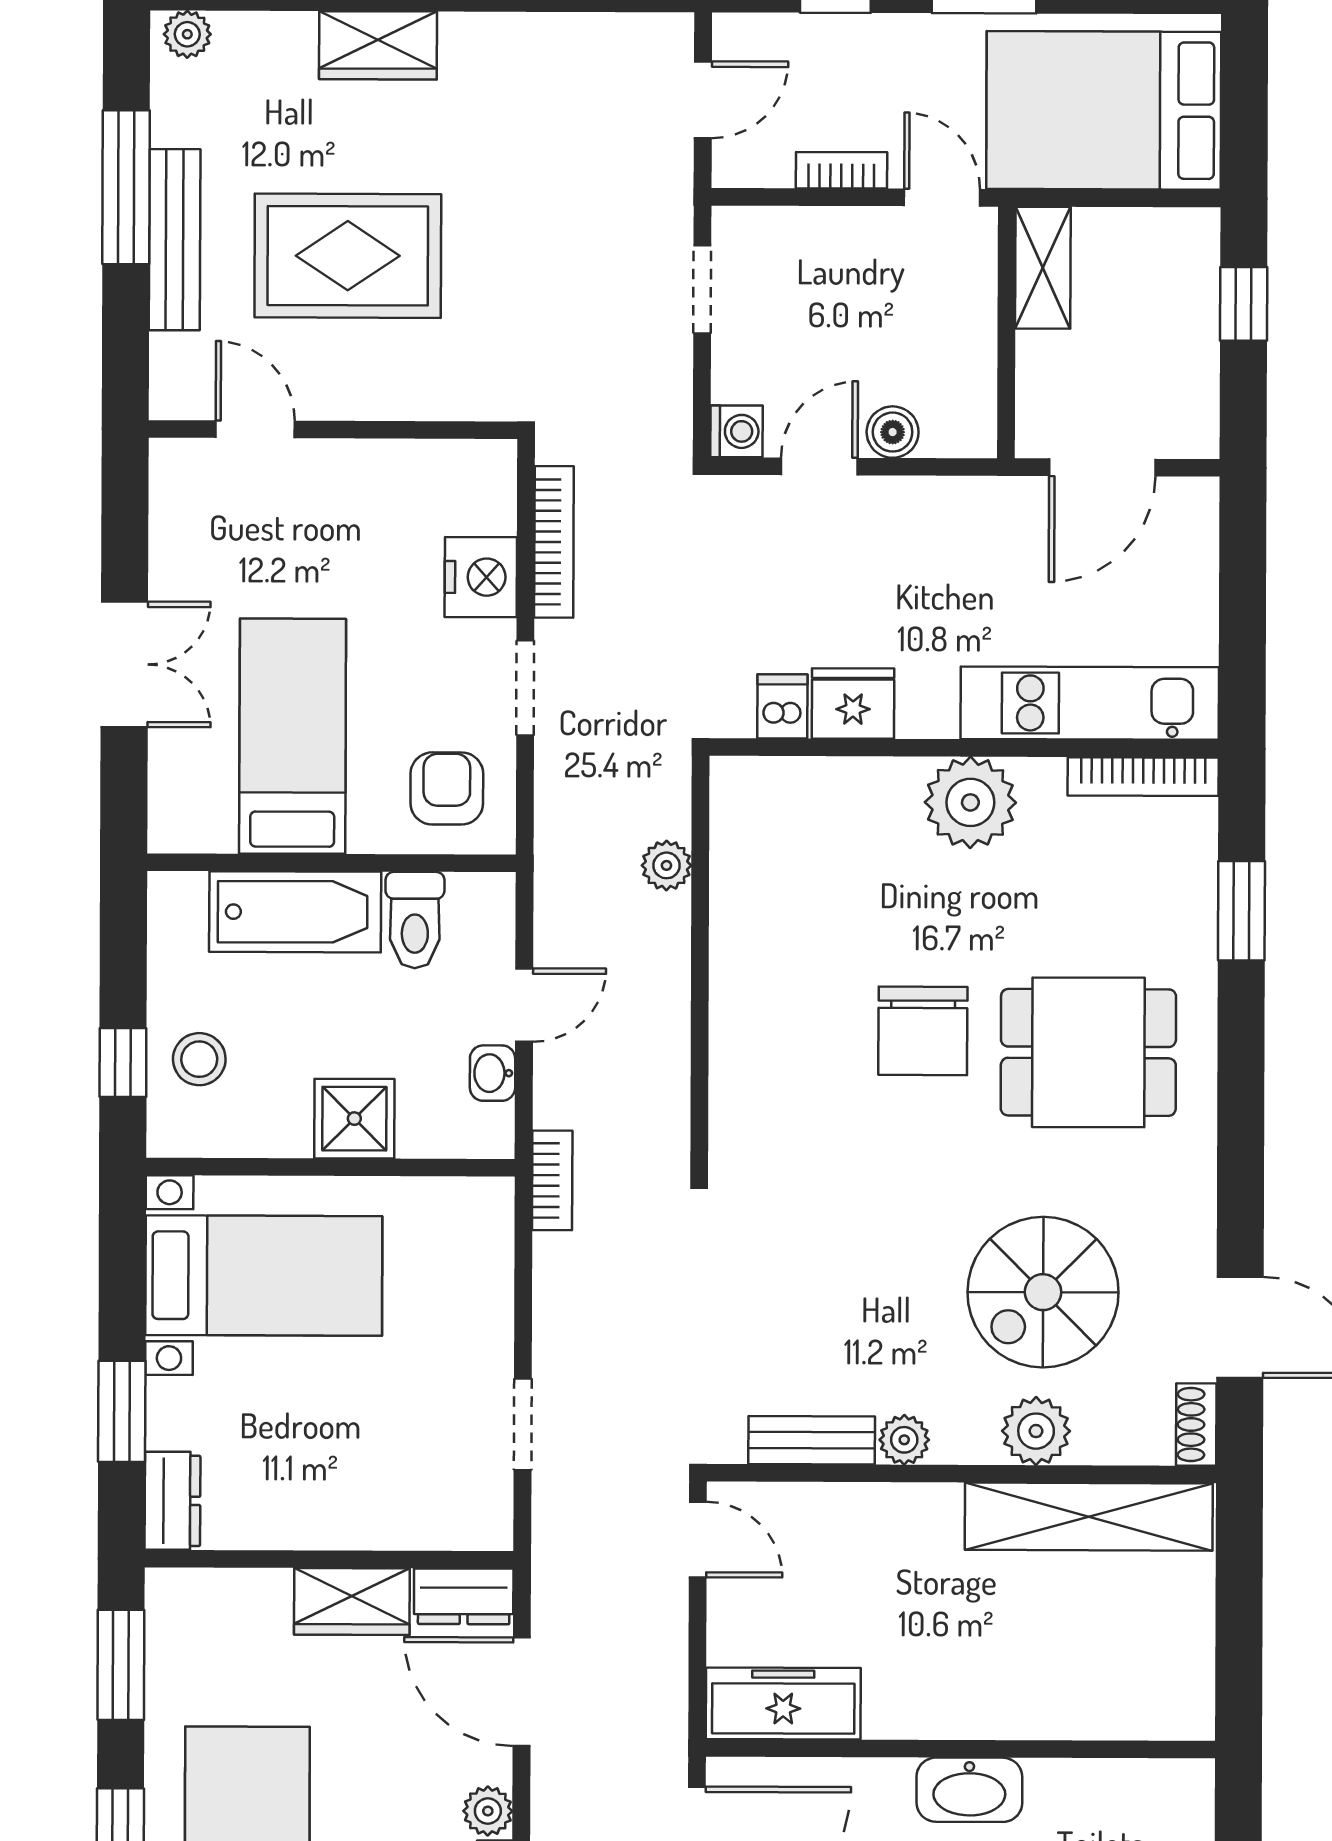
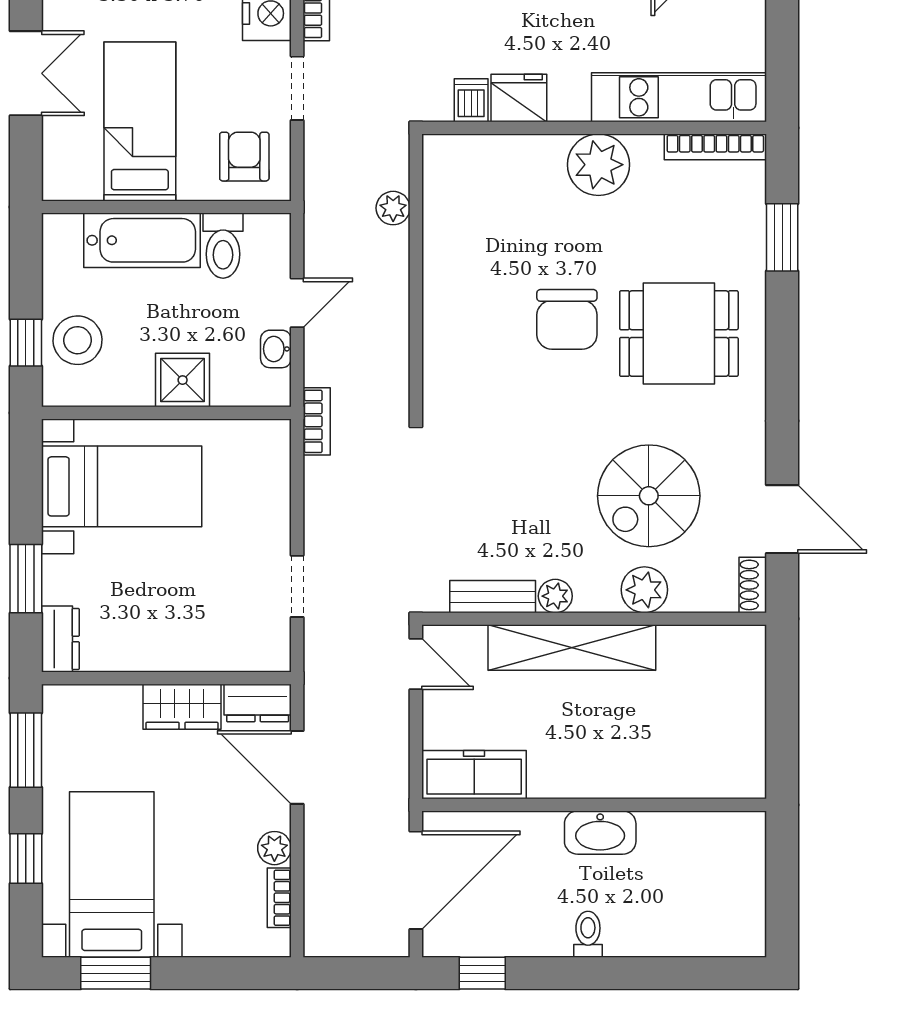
stool: (199, 1059) -> (78, 340), width x1.38, depth x1.38
shelving: (1089, 1517) -> (572, 648), moved

